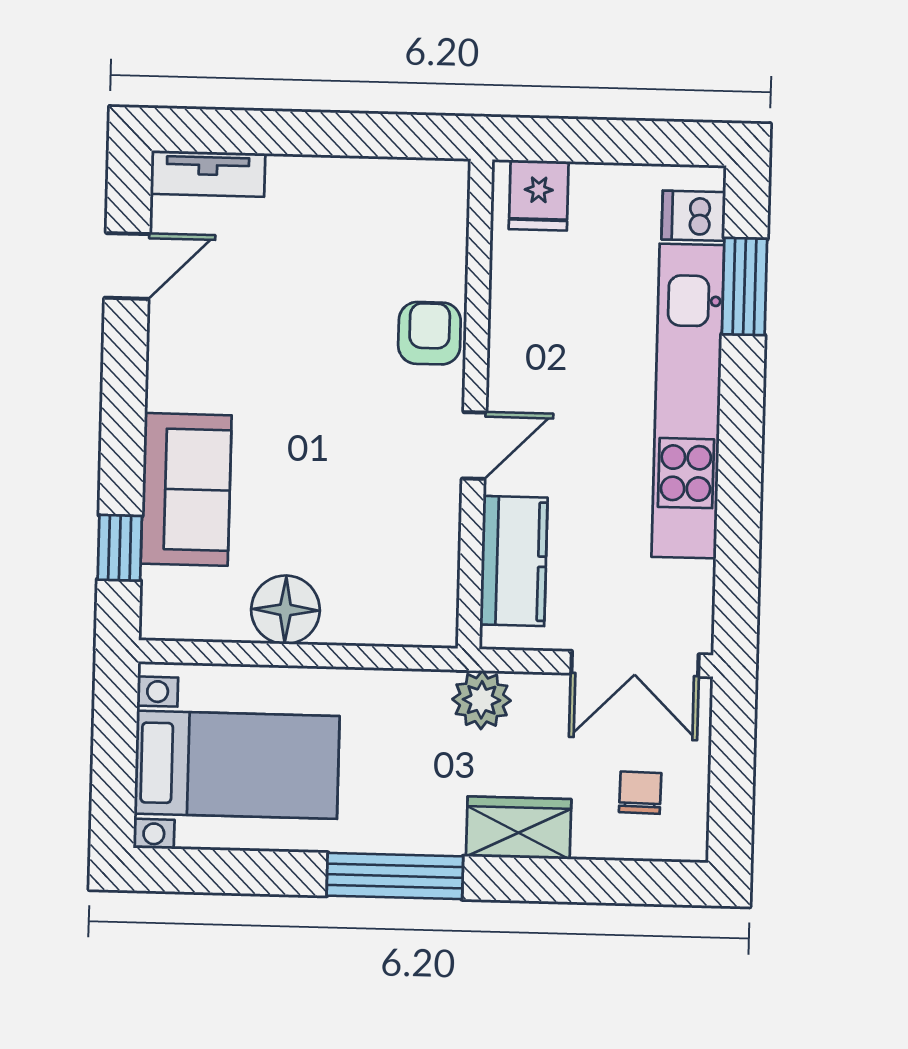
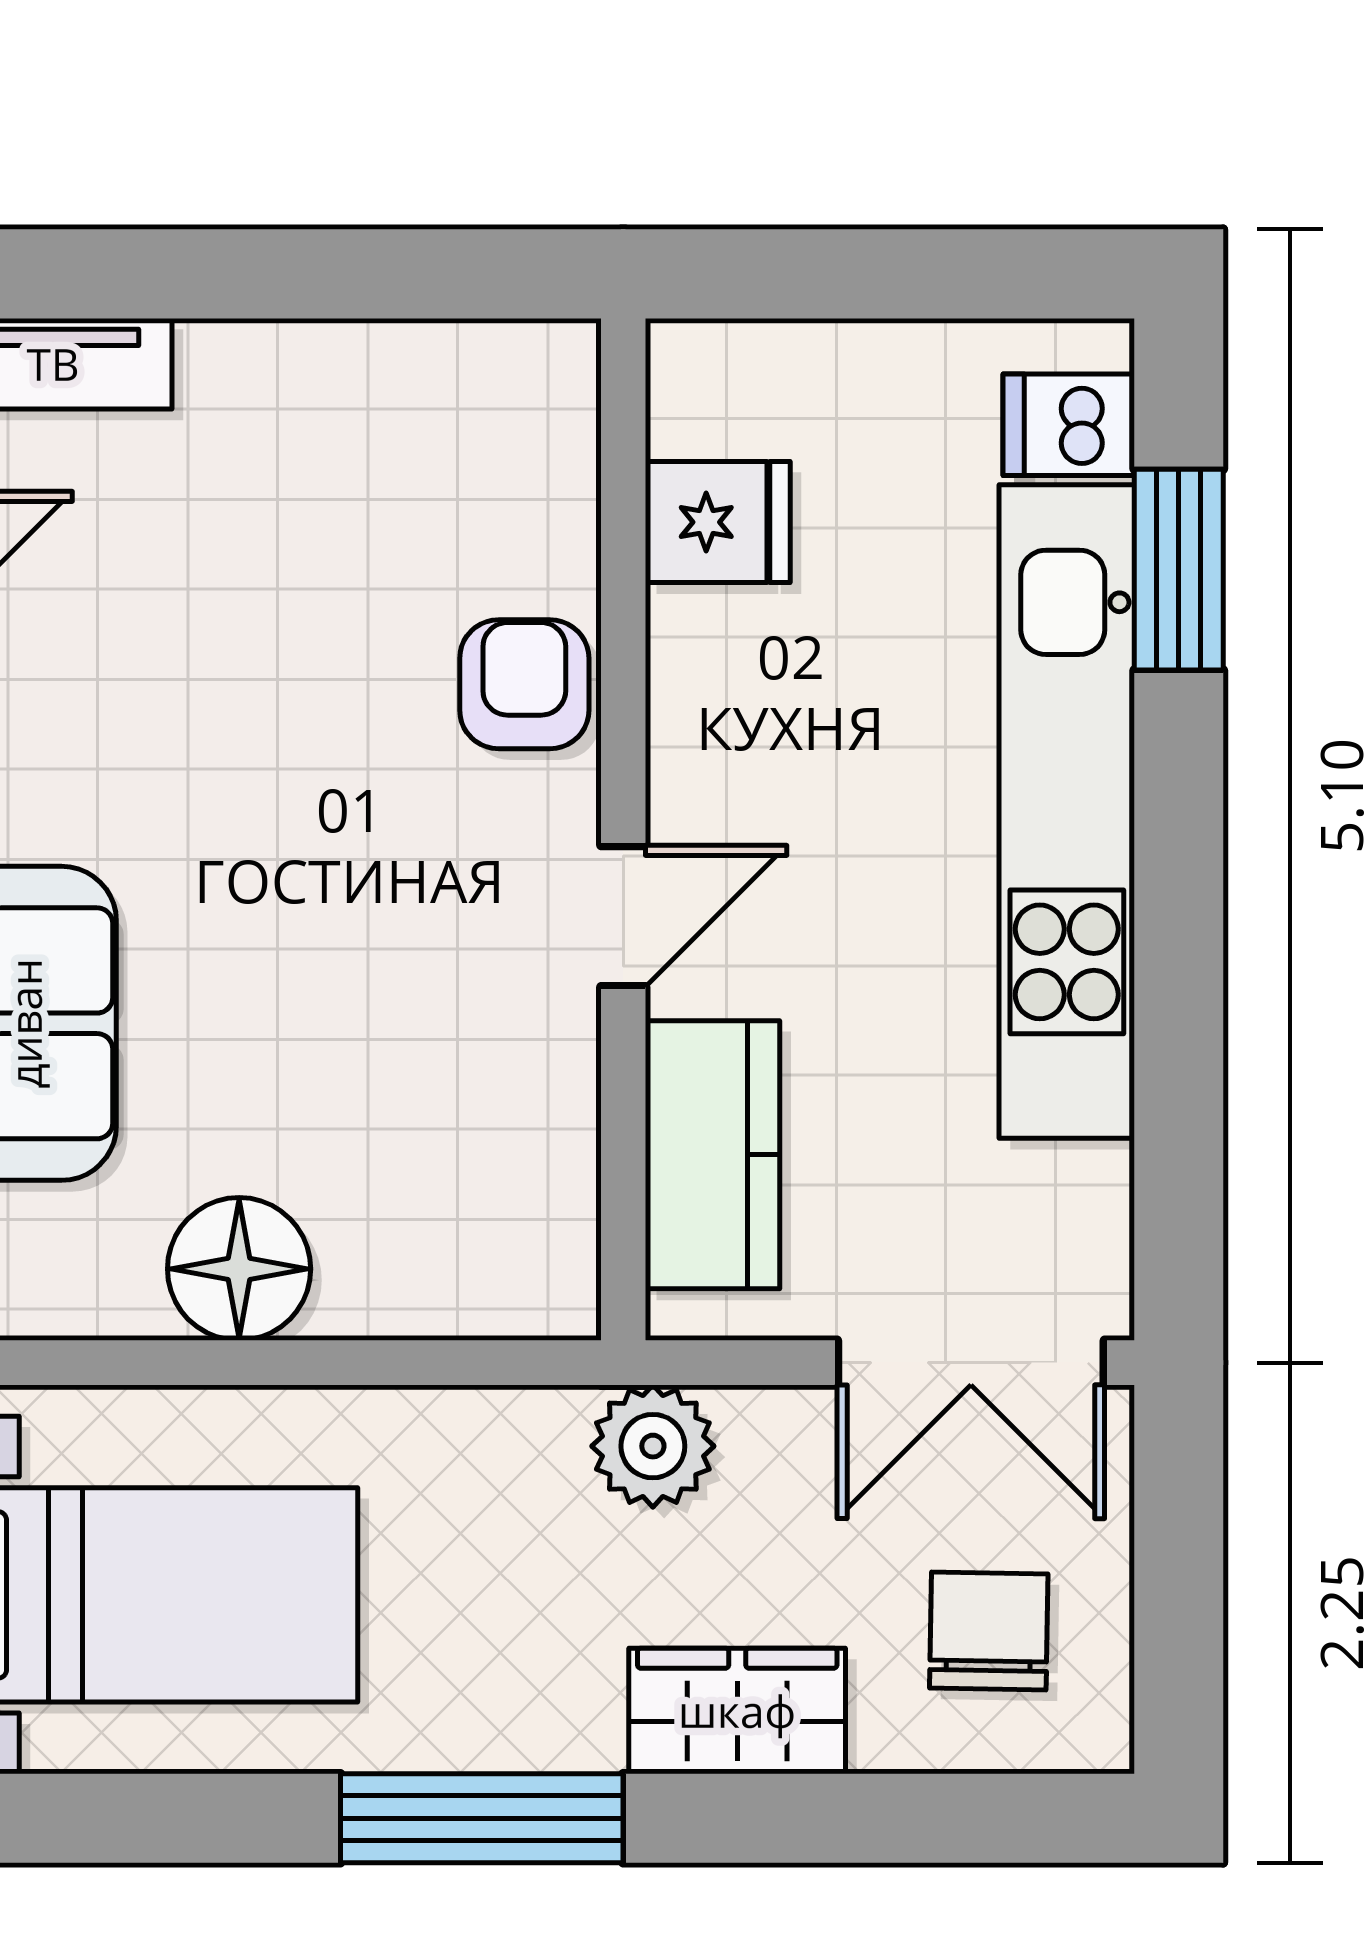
fridge: (539, 195) -> (718, 522), moved, turned -90
chair: (640, 793) -> (989, 1631), width x1.37, depth x1.37

